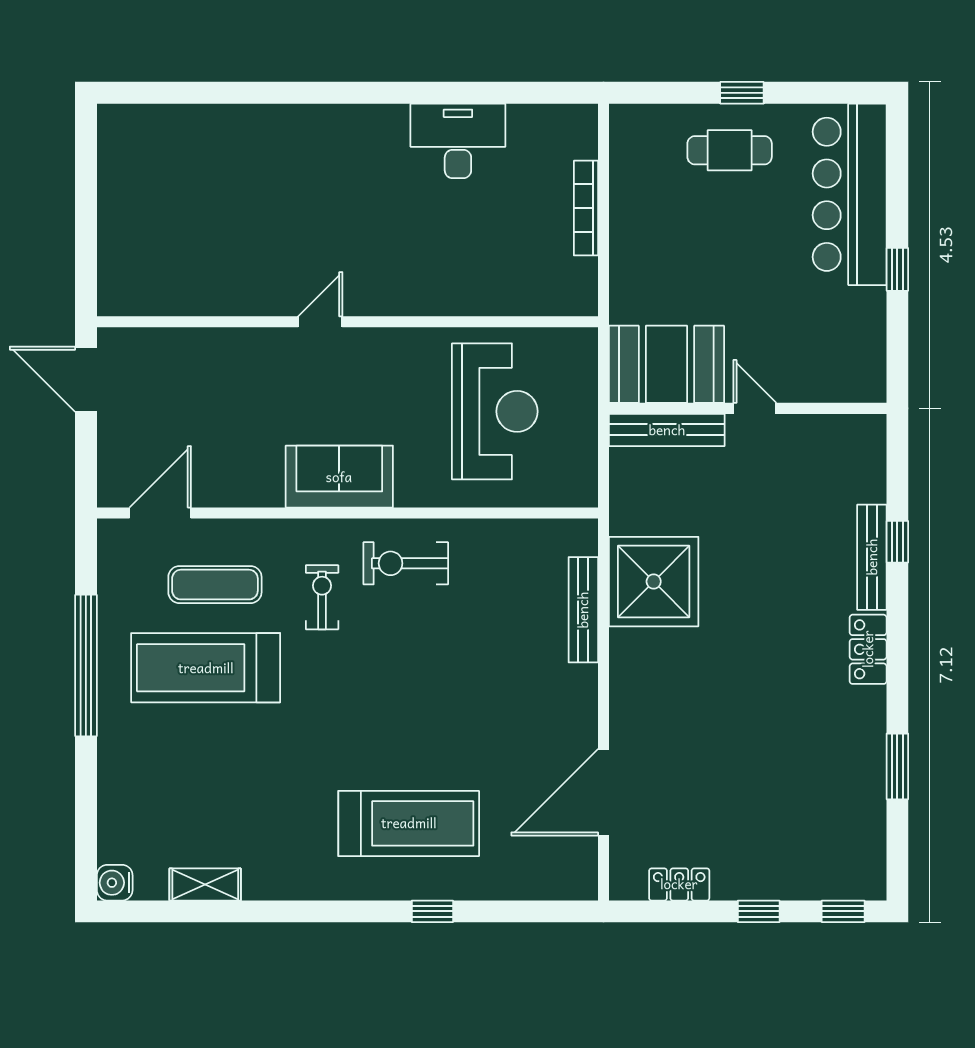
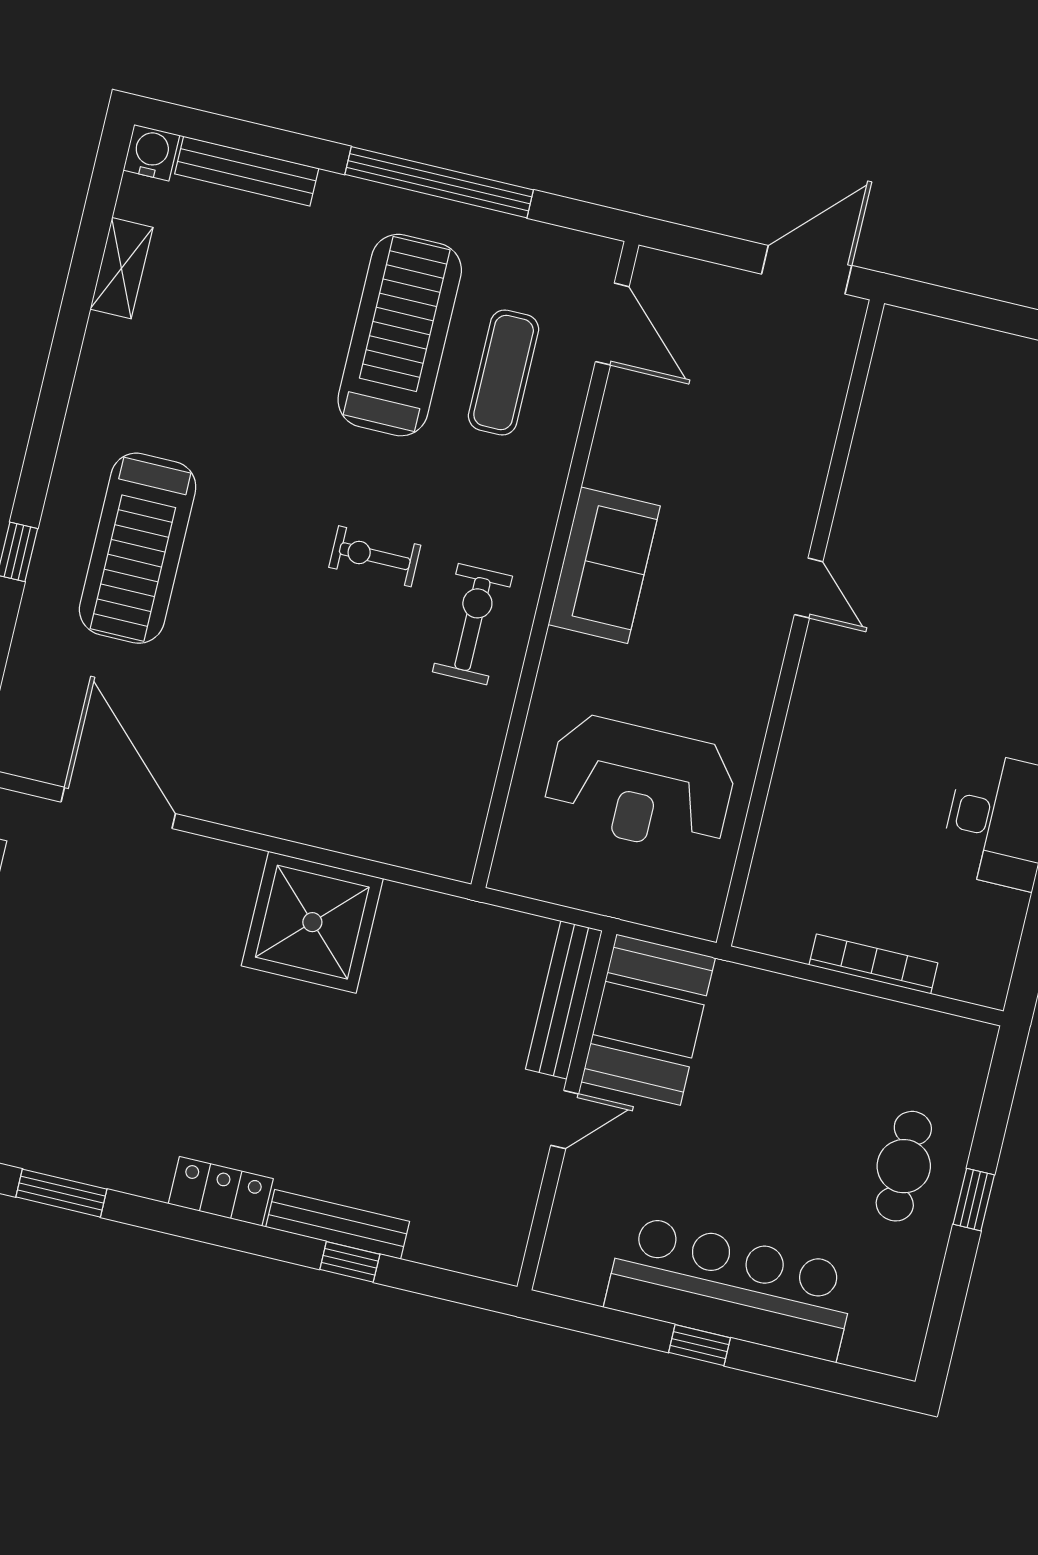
bar counter: (850, 194) -> (731, 1288), moved
shower: (654, 582) -> (312, 922), moved
exercise bike: (322, 597) -> (375, 556), moved, turned 180
bench: (583, 610) -> (247, 171), moved

